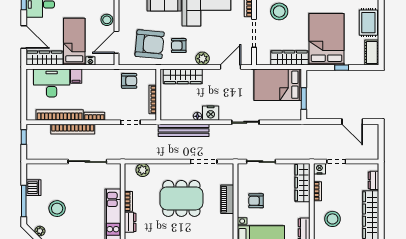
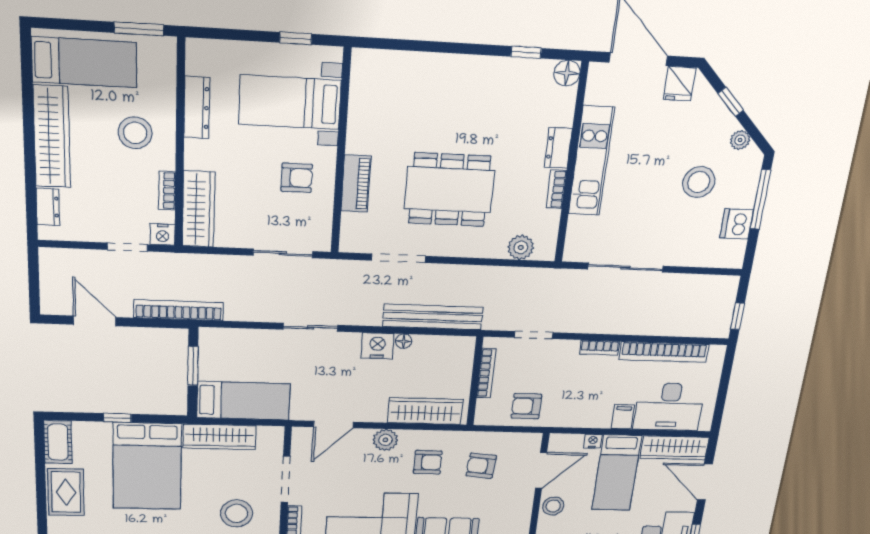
armchair: (150, 44) -> (481, 466), width x0.53, depth x0.53
bed: (278, 85) -> (243, 401), width x0.67
bookcase: (73, 129) -> (179, 310), moved

